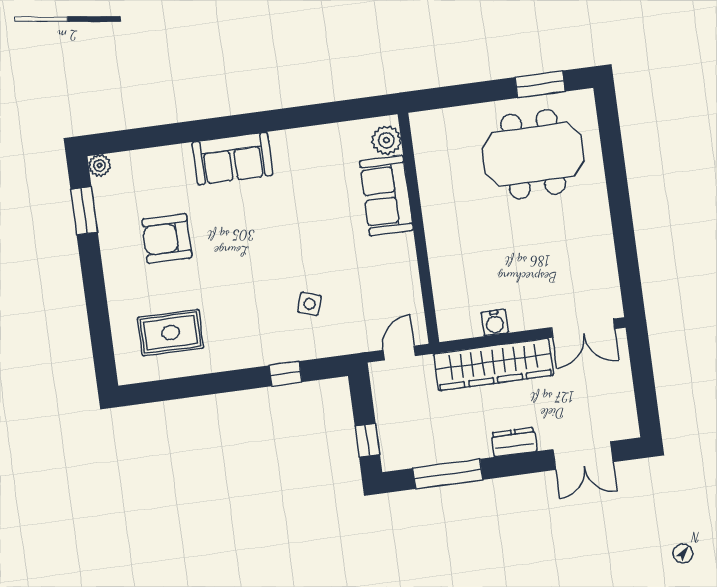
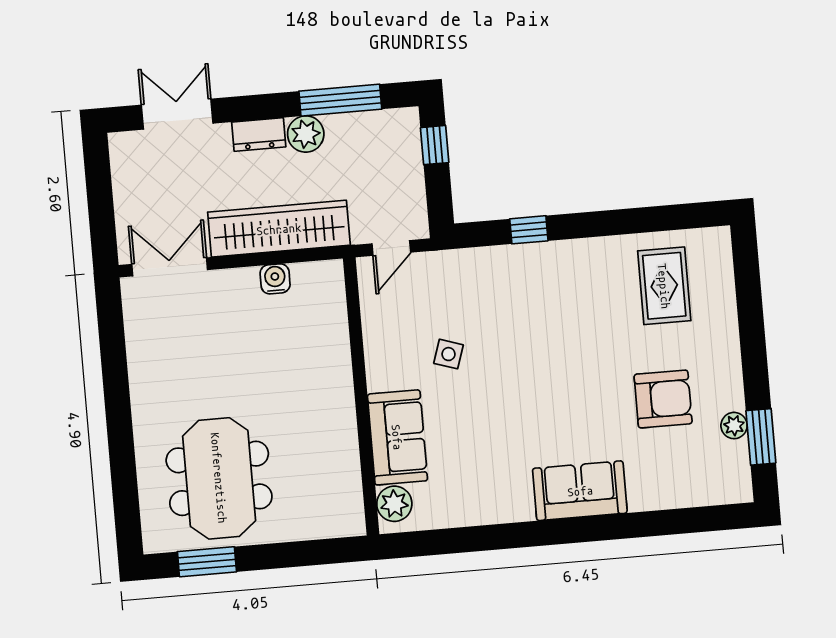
meeting table: (533, 154) -> (219, 478), turned 90
plant: (100, 166) -> (734, 426), moved
side table: (310, 304) -> (449, 354), moved
rug: (171, 333) -> (664, 286), turned 90
plant: (475, 444) -> (306, 134), added

